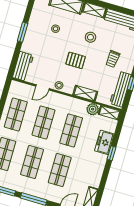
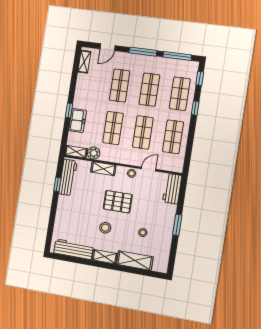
trolley: (113, 59) -> (79, 208), removed
pallet: (76, 60) -> (118, 202), width x1.50, depth x1.42

